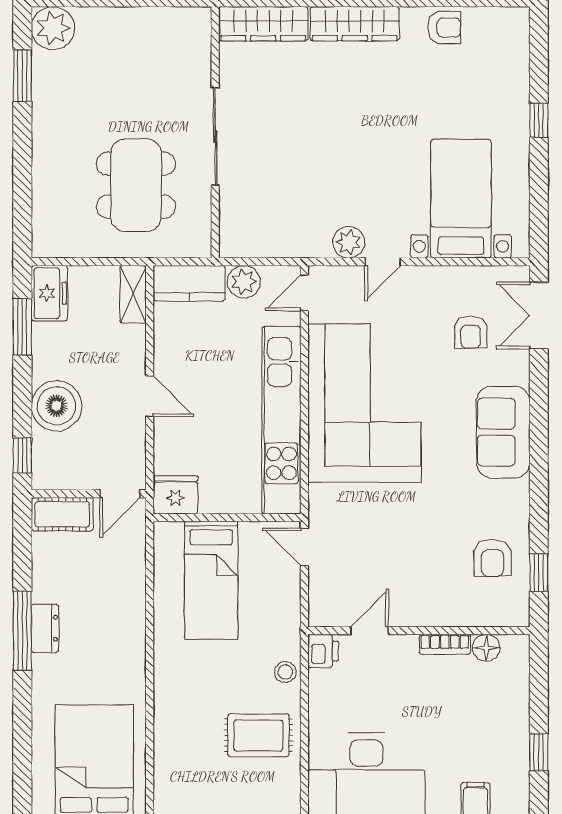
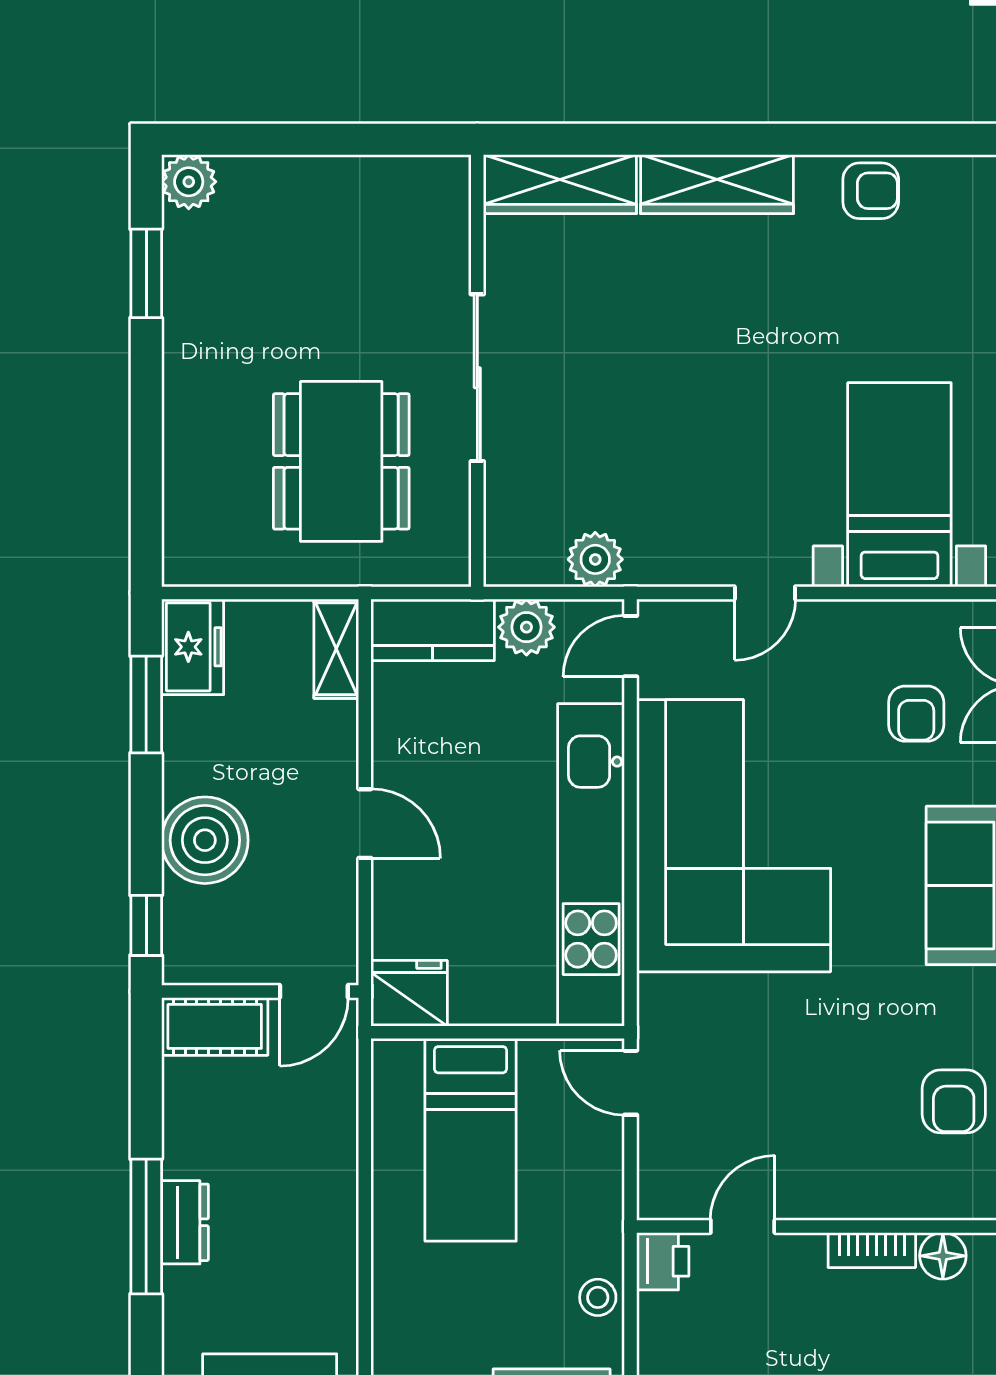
plant: (53, 28) -> (189, 182), width x0.73, depth x0.73
plant: (349, 242) -> (595, 559), moved

